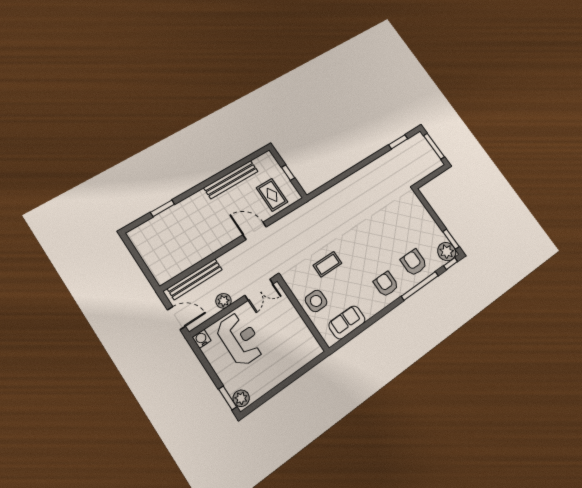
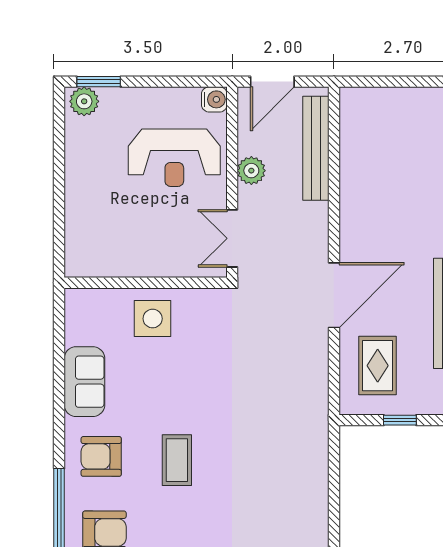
rug: (272, 195) -> (378, 366), turned 90
door: (255, 231) -> (334, 295), width x1.36
coffee table: (327, 264) -> (177, 460), moved
armchair: (386, 284) -> (101, 456), turned 180
sofa: (347, 322) -> (84, 382), moved

